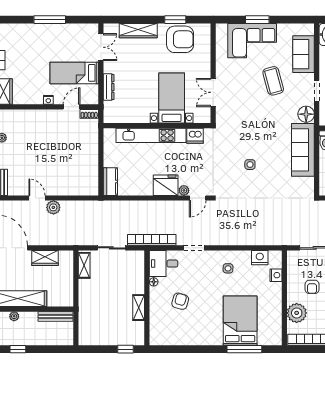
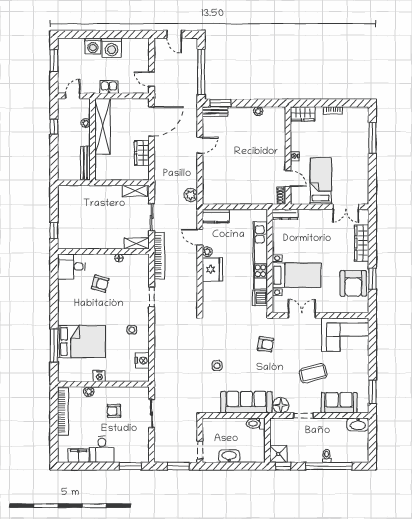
window: (50, 20) -> (372, 138), moved
window: (257, 20) -> (372, 392), moved
corner sofa: (252, 41) -> (345, 335), moved, turned -90
dresser: (109, 87) -> (285, 214), moved
armchair: (243, 130) -> (265, 344), added
side table: (250, 165) -> (217, 366), moved
plant: (184, 190) -> (207, 252), moved
door: (198, 198) -> (200, 237), moved
plant: (53, 207) -> (191, 195), moved
desk: (164, 264) -> (71, 267), moved, turned -90
nightstand: (276, 275) -> (99, 376), moved
shelving: (139, 308) -> (137, 243), moved
plant: (297, 313) -> (89, 392), width x0.53, depth x0.53

